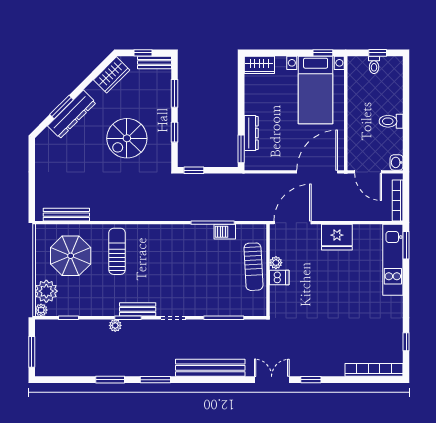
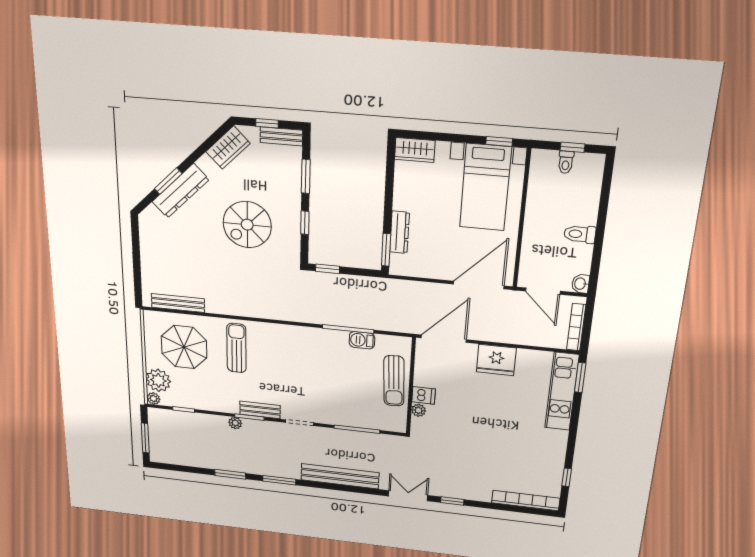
plant: (276, 263) -> (419, 410), moved

